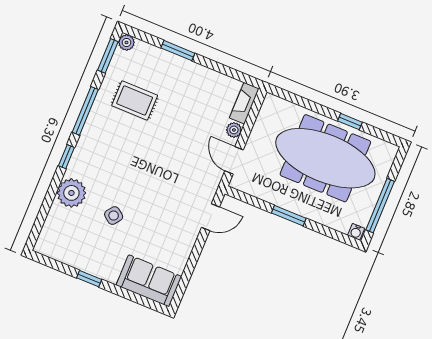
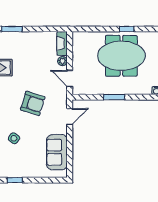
meeting table: (325, 158) -> (121, 56), width x0.73
armchair: (163, 175) -> (33, 103), added
sofa: (149, 281) -> (57, 152), moved, turned -90

